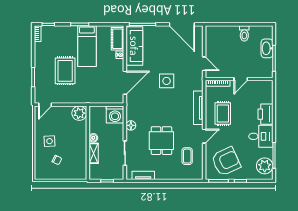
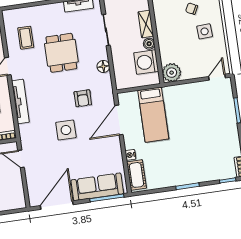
door: (182, 24) -> (57, 205), hinge flipped
bed: (87, 46) -> (153, 115), moved, turned 180
sofa: (134, 46) -> (97, 187), moved, turned 90
rug: (65, 71) -> (197, 124), removed
armchair: (150, 103) -> (83, 98), added
washing machine: (115, 115) -> (146, 62), moved, turned -90

